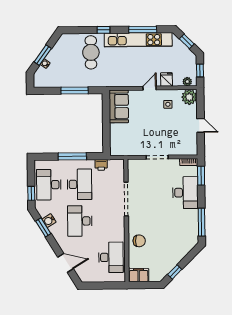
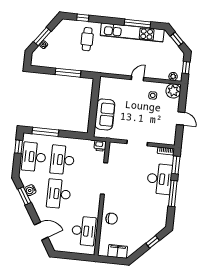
window: (103, 30) -> (83, 18), moved
cafe table: (91, 52) -> (87, 39), width x0.73, depth x0.74
fridge: (167, 79) -> (154, 72), removed
sofa: (119, 106) -> (105, 114), moved
window: (72, 156) -> (45, 132), moved
printer: (101, 165) -> (100, 146), moved
desk: (79, 184) -> (62, 160), turned 180
window: (31, 193) -> (19, 147), moved
window: (202, 222) -> (173, 194), moved
window: (175, 272) -> (153, 242), moved
filing cabinet: (139, 275) -> (118, 251), moved

